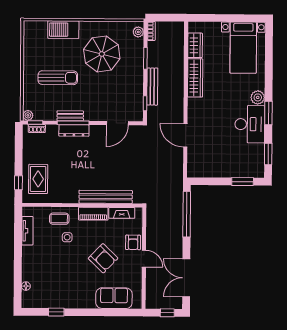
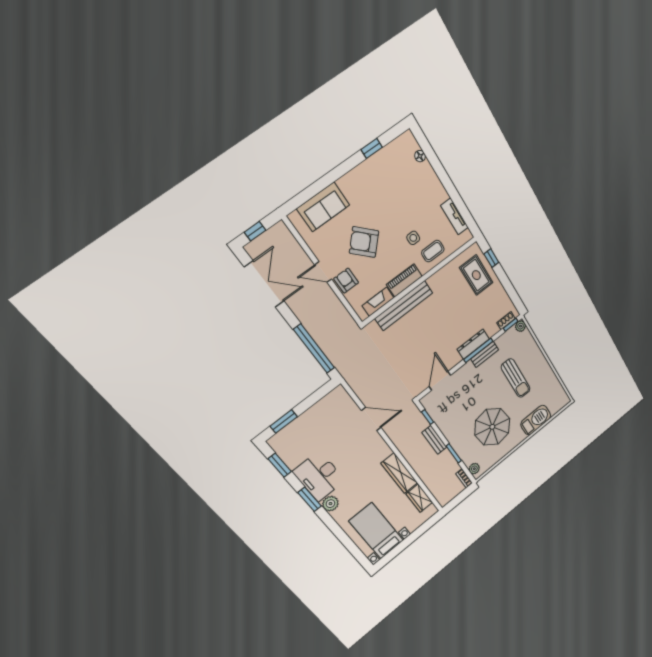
sun lounger: (58, 78) -> (516, 378), turned -89
bench: (152, 87) -> (434, 440), width x0.73

